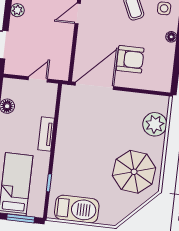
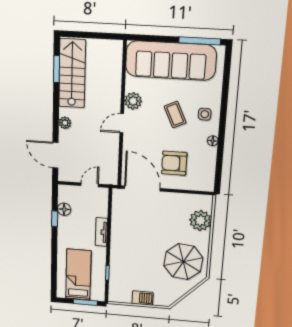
armchair: (130, 59) -> (174, 163), turned 180
door: (94, 86) -> (142, 189), hinge flipped
barbecue: (77, 209) -> (143, 298), width x0.53, depth x0.65

